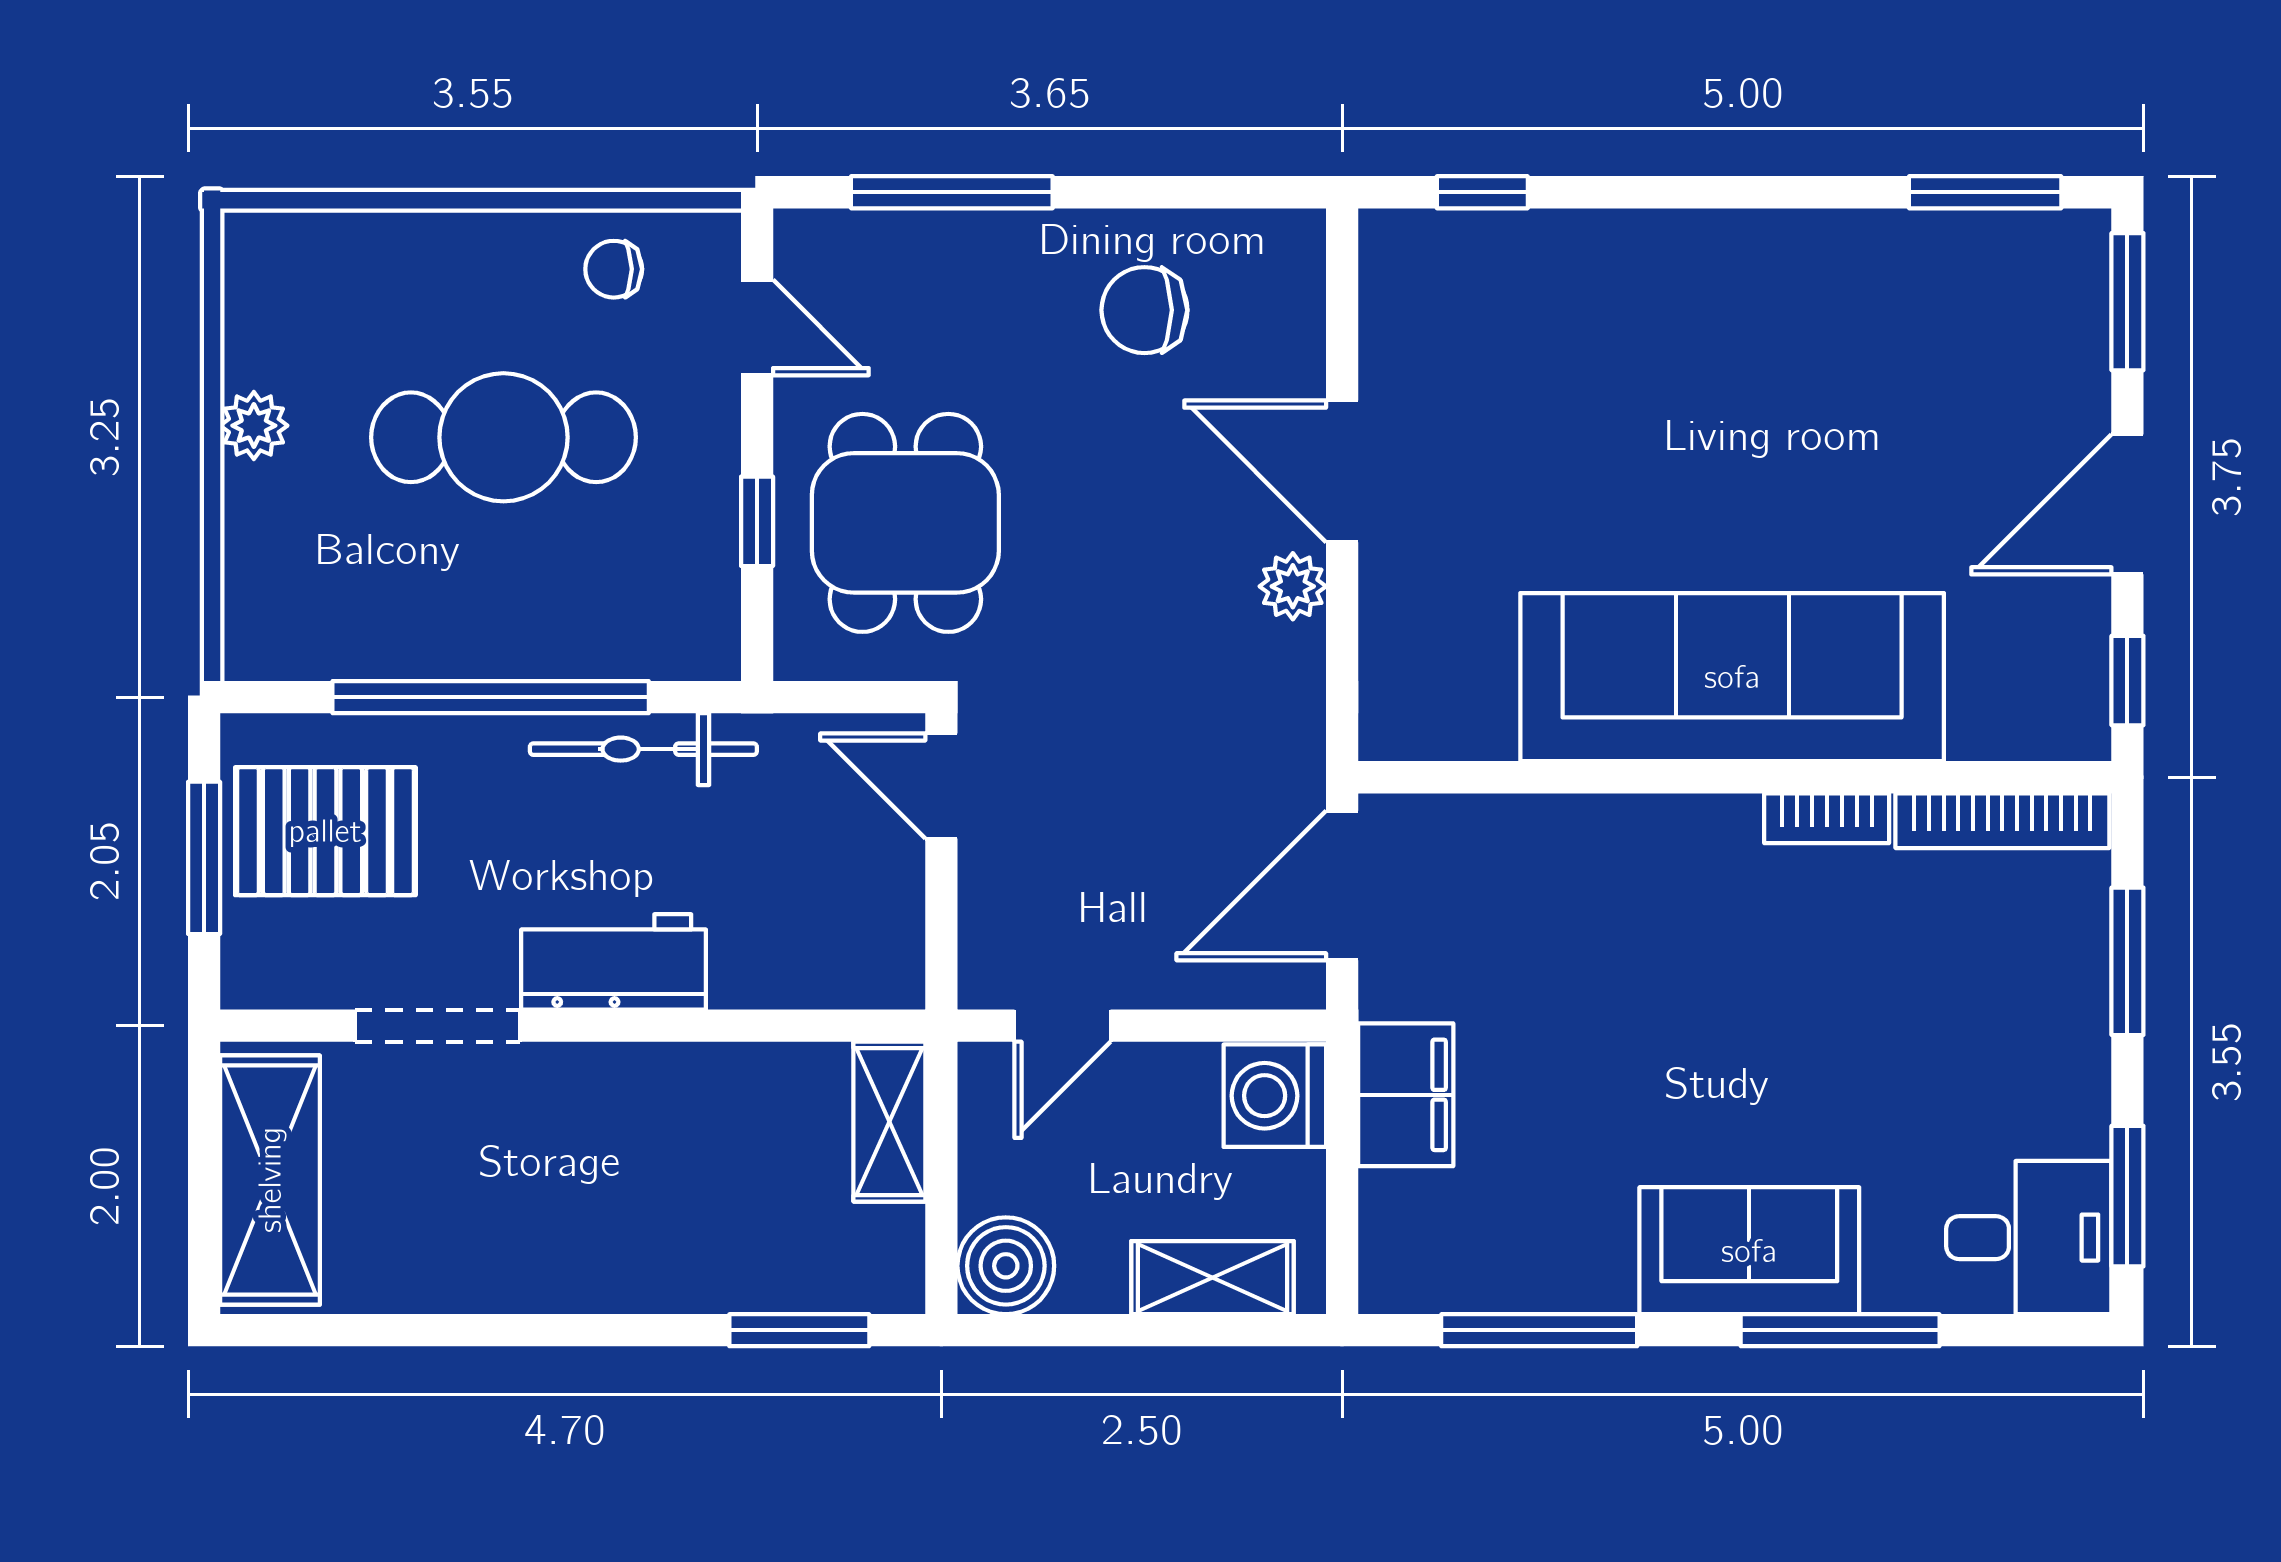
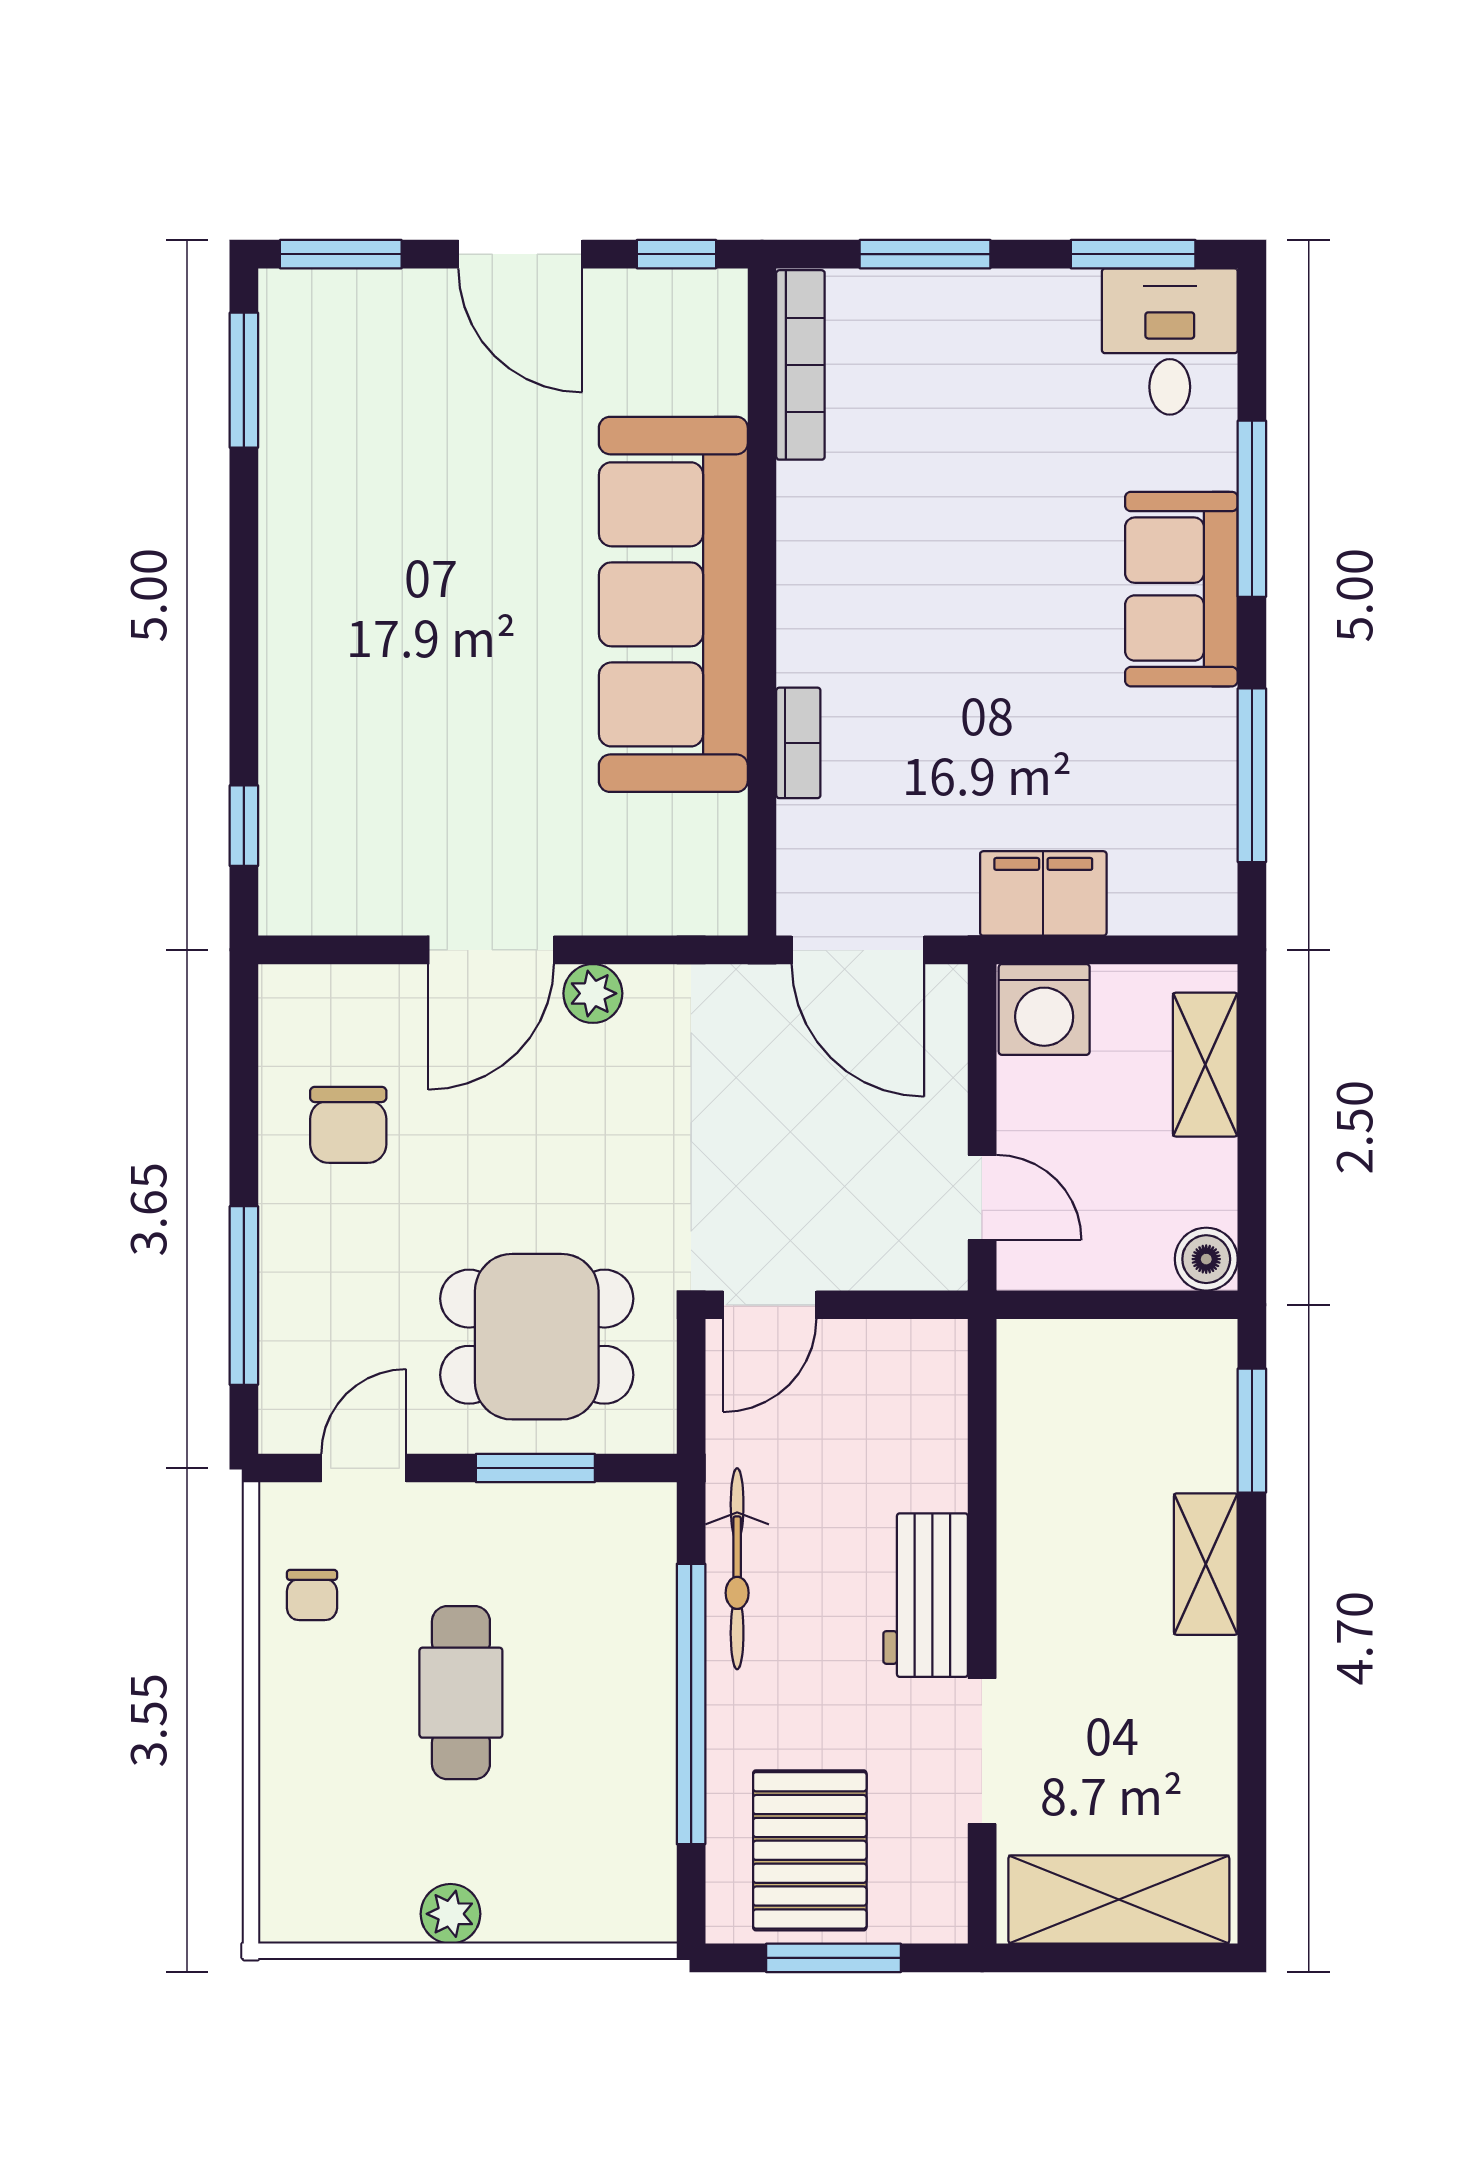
cafe table: (503, 437) -> (461, 1693), width x0.73, depth x0.74
window: (757, 521) -> (535, 1468), width x1.50
bookcase: (1827, 818) -> (798, 743), moved
shelving: (889, 1122) -> (1206, 1564), moved, turned 90
boiler: (1006, 1266) -> (1206, 1259), width x0.73, depth x0.73

